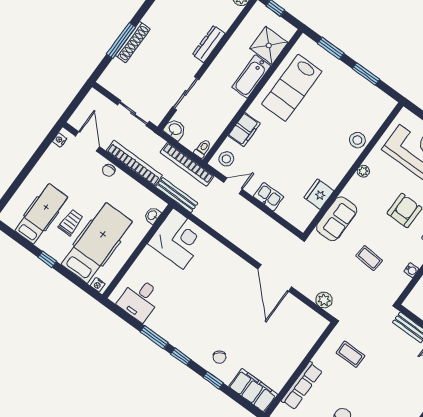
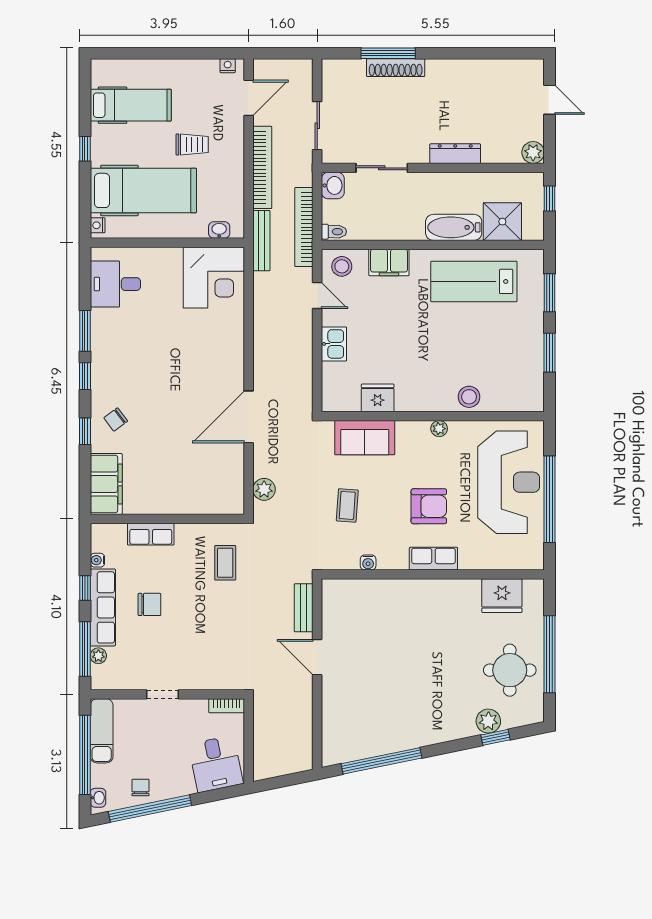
chair: (109, 170) -> (234, 145), removed
trolley: (71, 222) -> (192, 144), moved
row of seats: (302, 386) -> (151, 534), width x0.68

